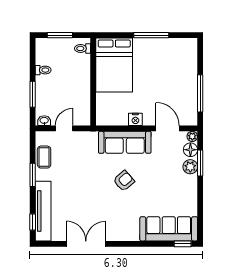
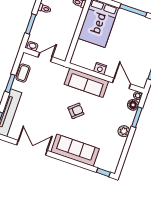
plant: (190, 167) -> (124, 131), moved
sofa: (169, 229) -> (75, 150), moved

